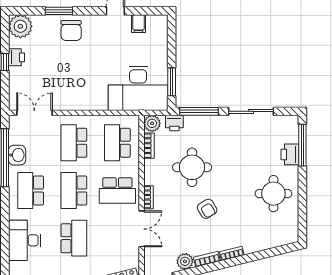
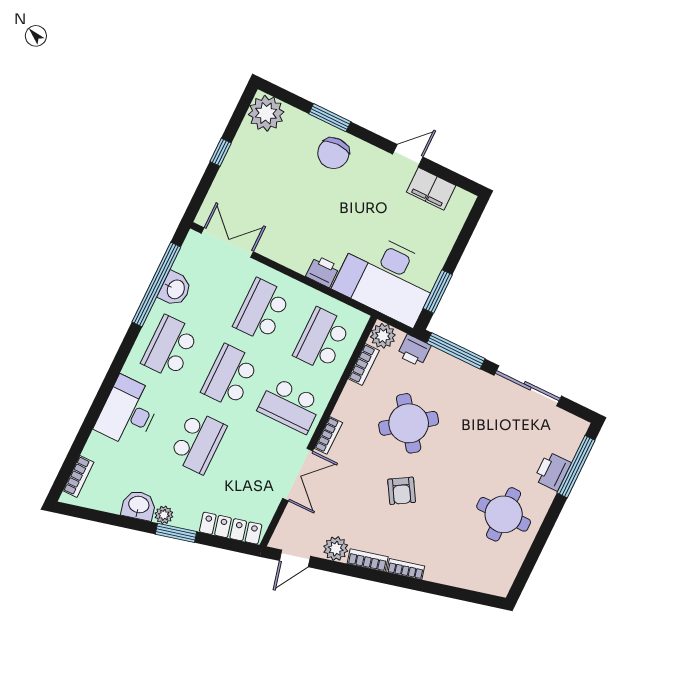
filing cabinet: (139, 24) -> (431, 189), width x2.00
printer: (16, 57) -> (323, 271), moved, turned -90
round table: (192, 167) -> (409, 423), turned -37

